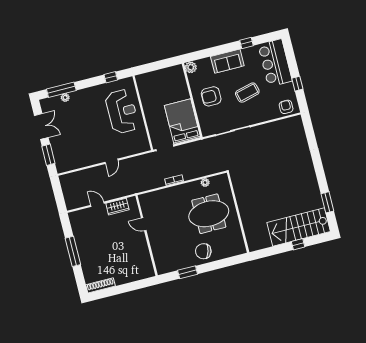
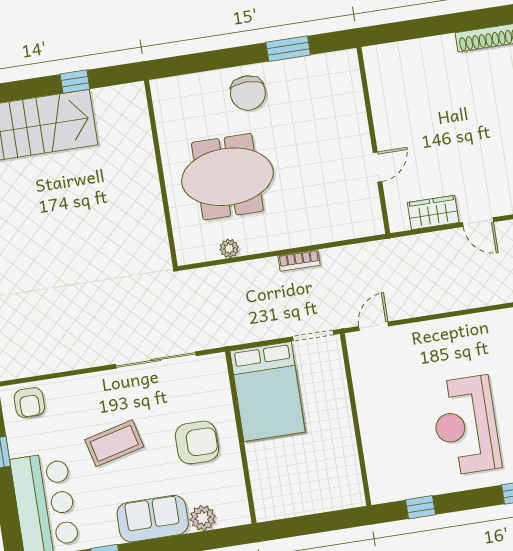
plant: (191, 67) -> (203, 518), moved
reception desk: (122, 111) -> (466, 425), moved
door: (112, 161) -> (374, 326), moved
door: (144, 224) -> (377, 167), hinge flipped
window: (298, 244) -> (75, 82), moved
chair: (203, 251) -> (248, 93), turned 73

